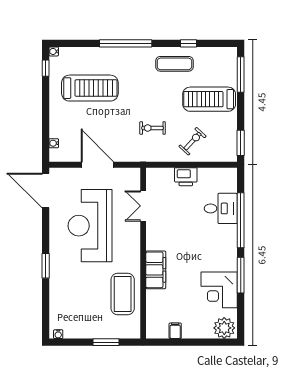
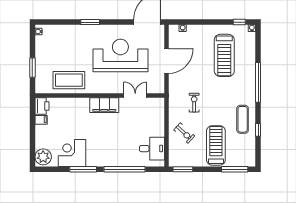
printer: (186, 177) -> (42, 106), moved, turned 180
desk: (221, 208) -> (152, 149), moved, turned -90
filing cabinet: (156, 270) -> (104, 105), moved

